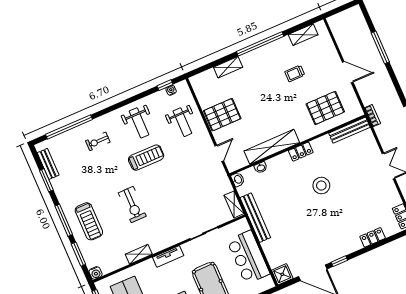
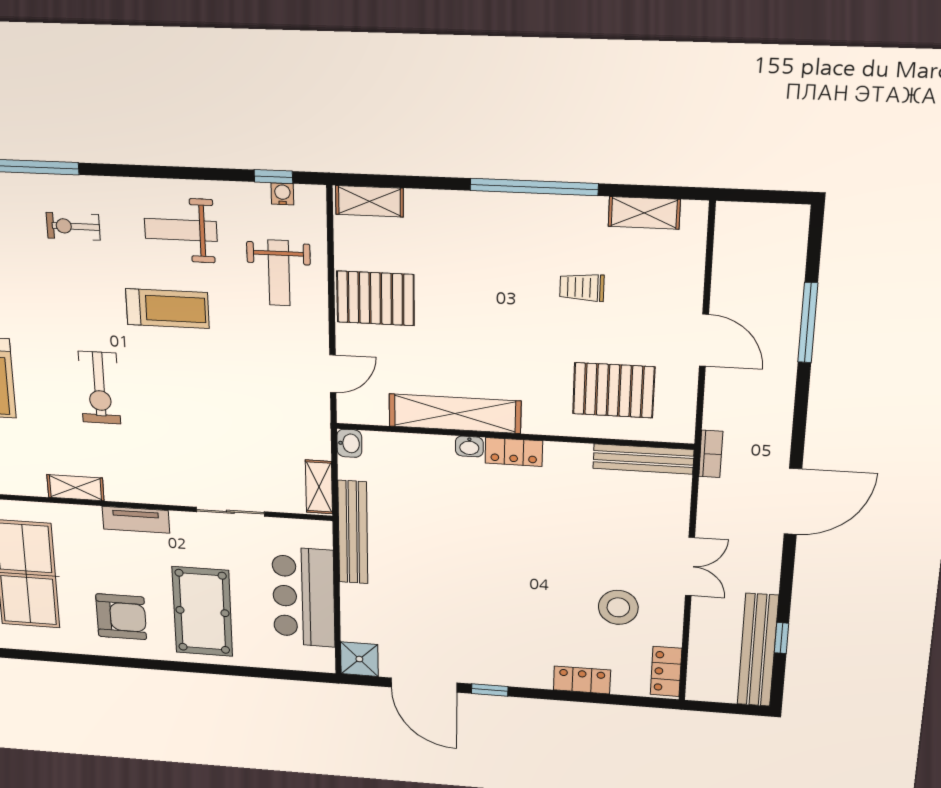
shelving: (228, 67) -> (369, 201), moved
weight bench: (139, 123) -> (181, 230), turned 90
washbasin: (261, 168) -> (469, 446), moved
stool: (321, 186) -> (618, 607), moved

